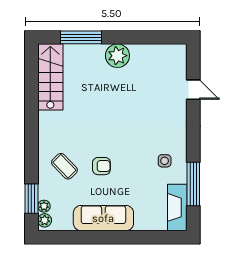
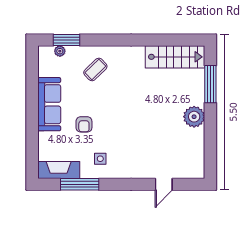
armchair: (101, 166) -> (84, 124), moved
plant: (45, 220) -> (47, 52), removed

